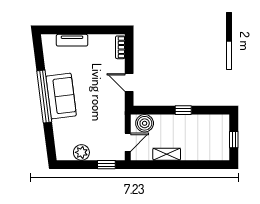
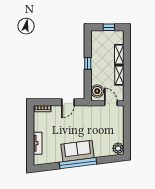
plant: (81, 152) -> (118, 148), moved
shelving: (196, 154) -> (119, 54), added
window: (106, 165) -> (127, 119), removed

